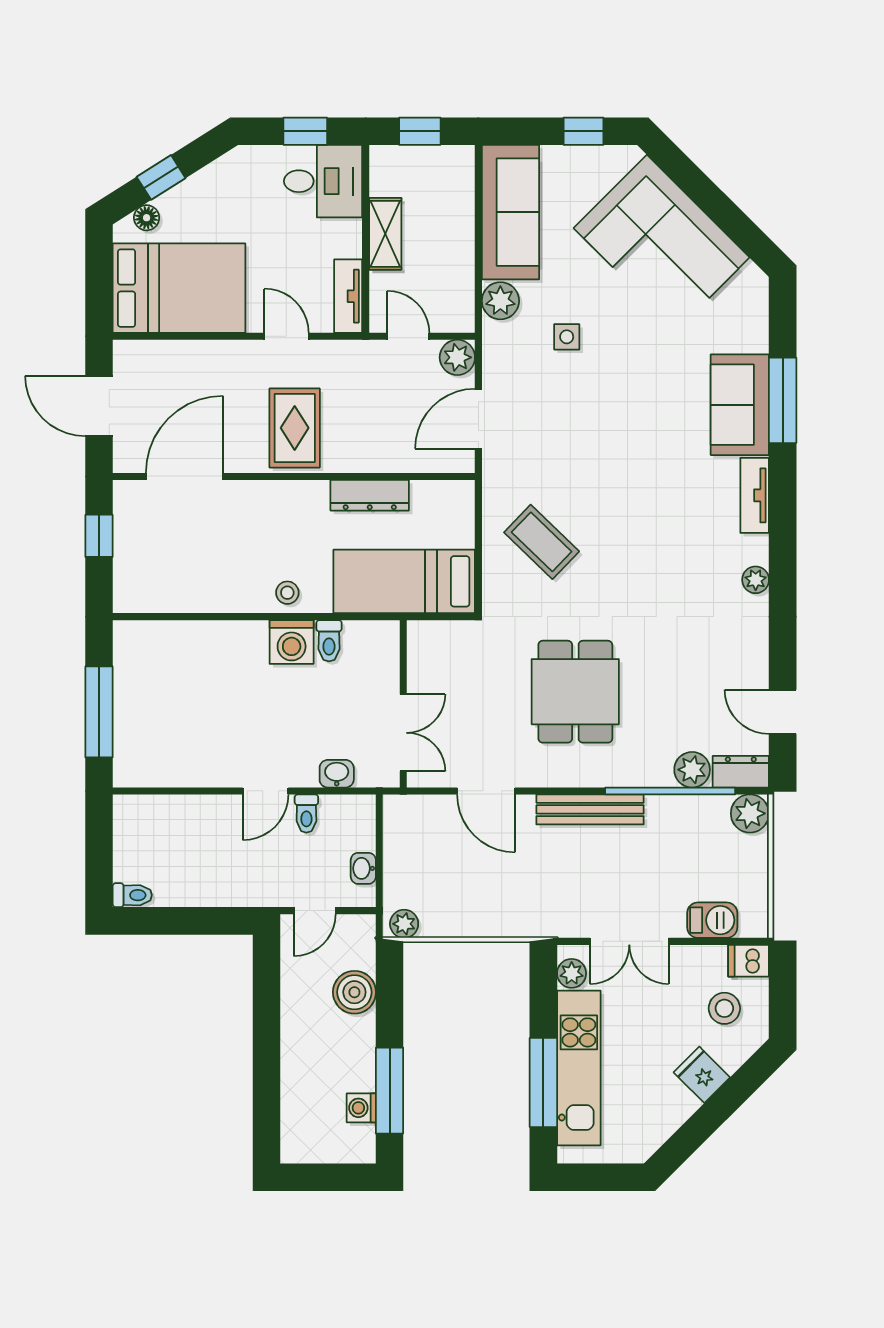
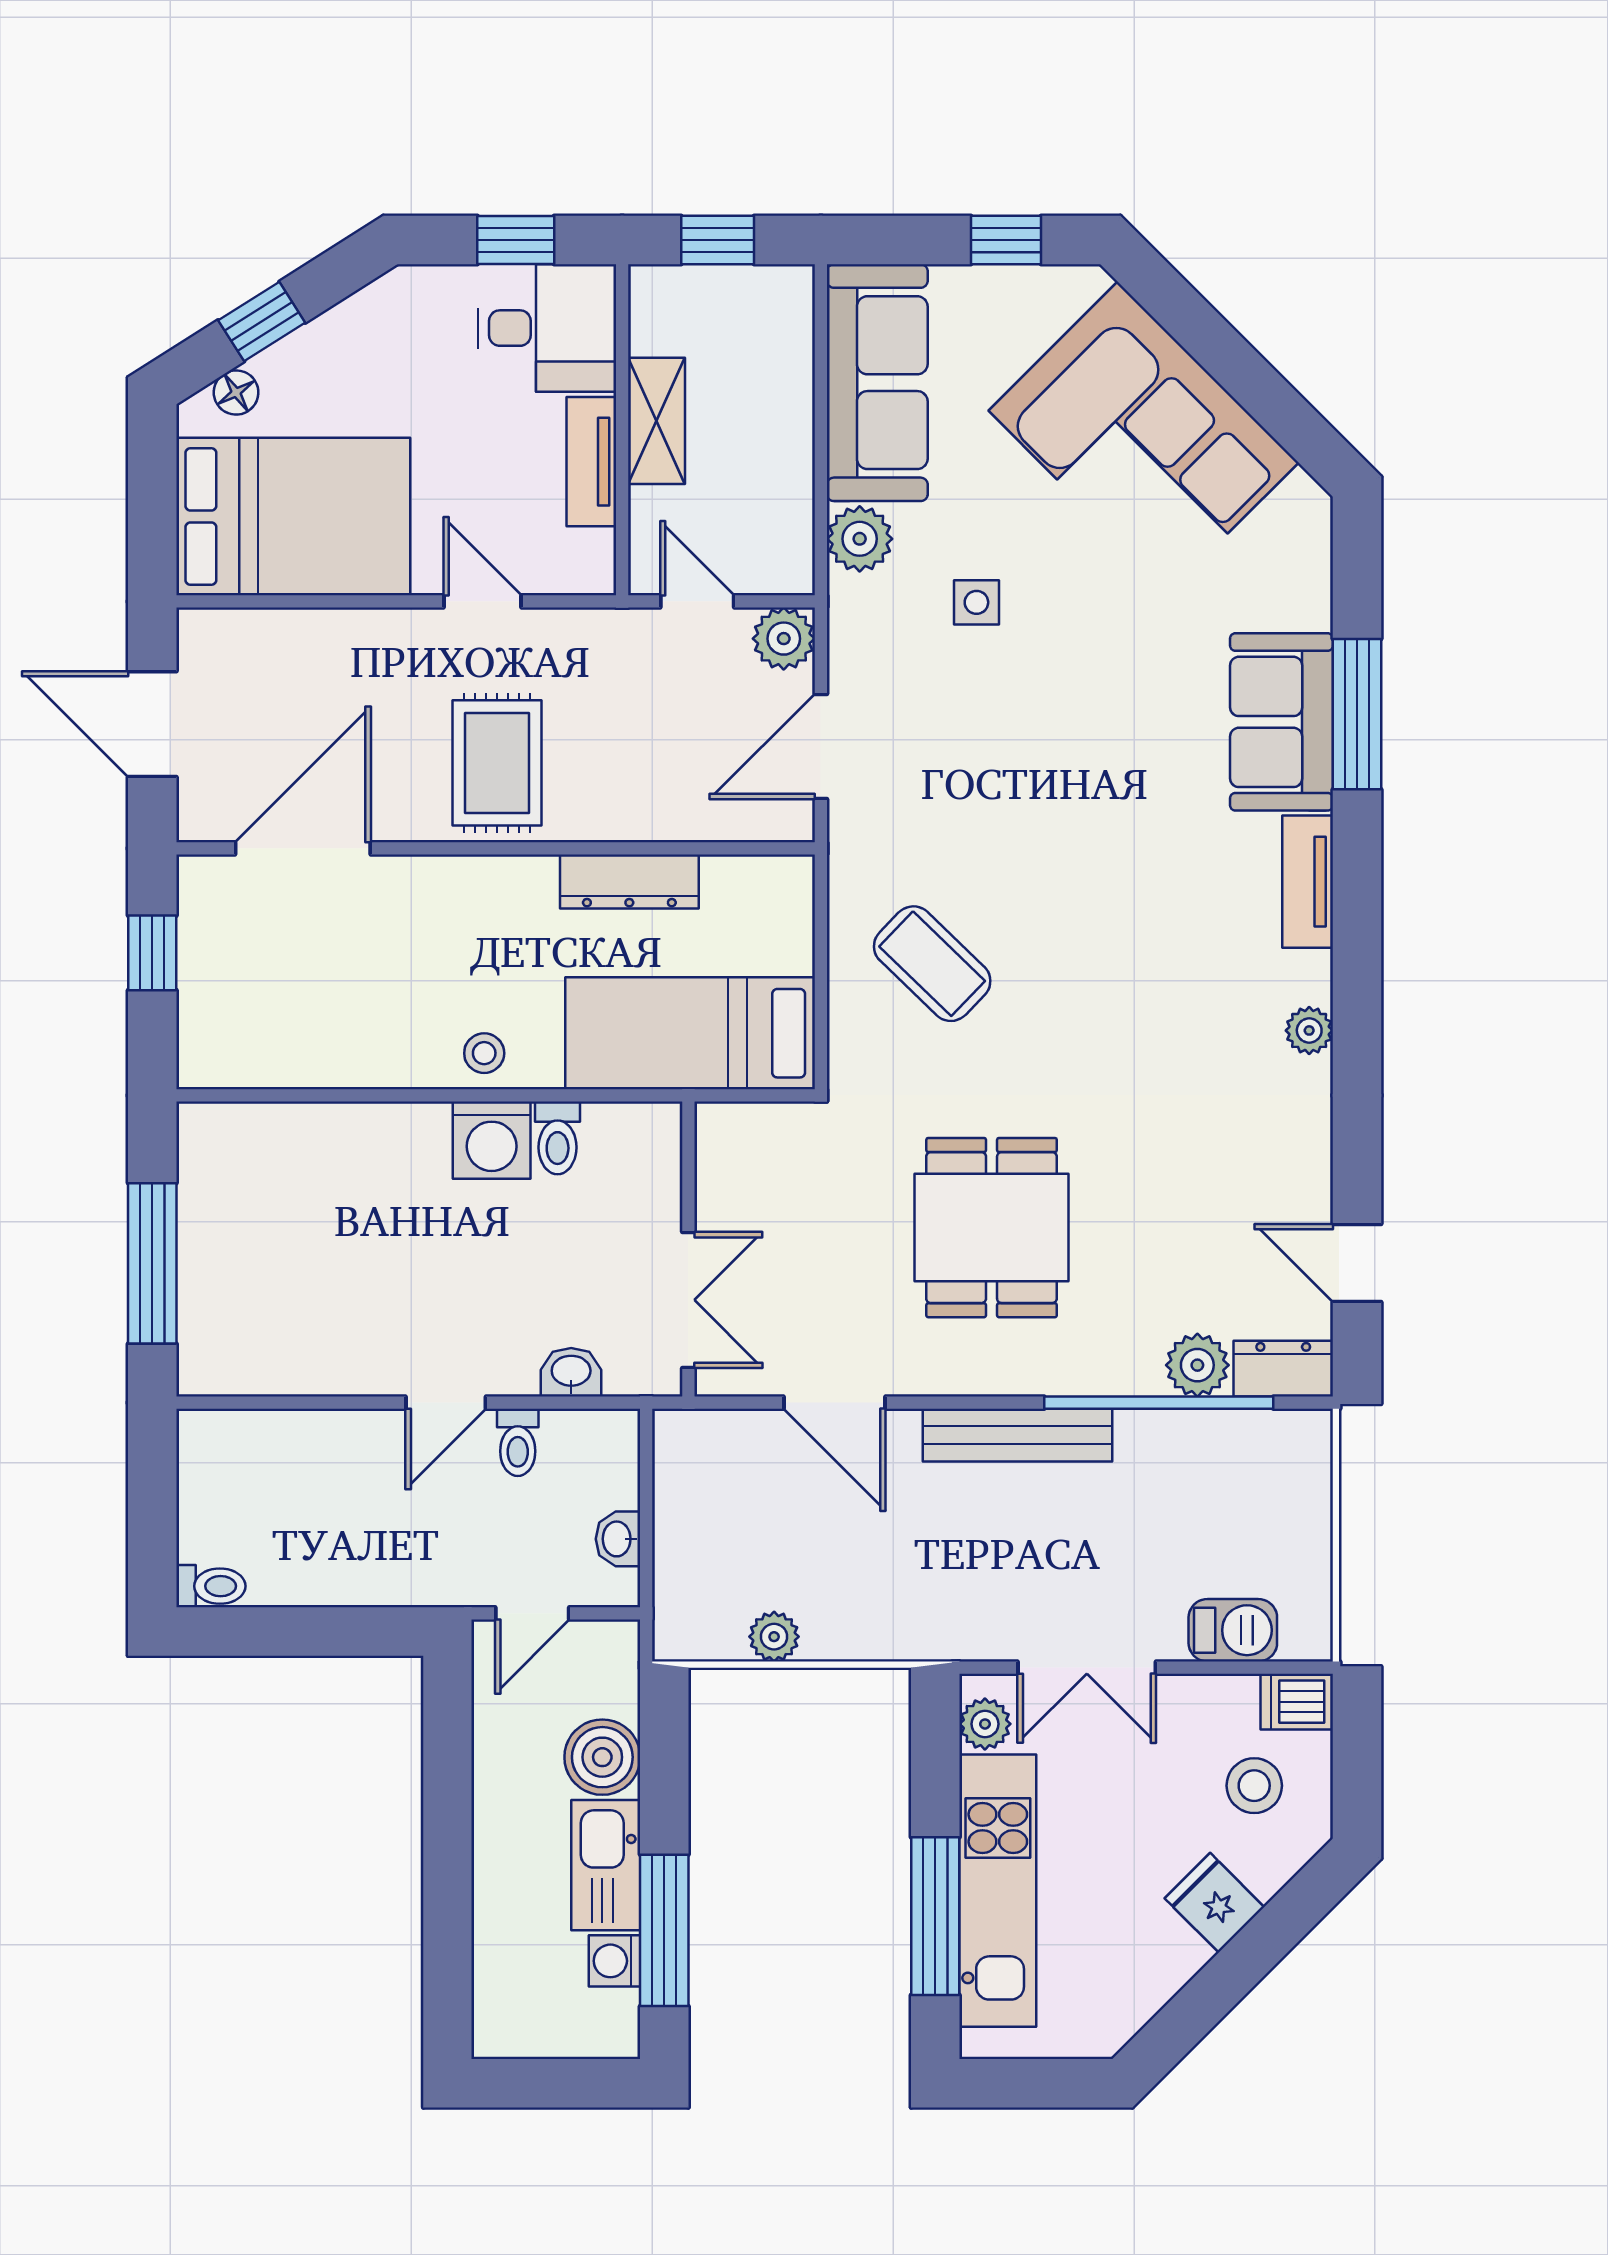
tv unit: (348, 296) -> (591, 462), moved
plant: (750, 813) -> (1299, 1442), removed
plant: (404, 924) -> (774, 1637), moved
kitchen sink: (356, 1053) -> (606, 1865), added

